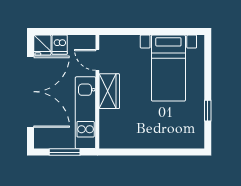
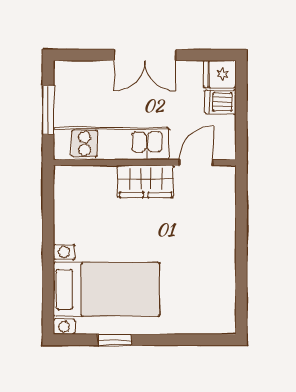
bed with nightstands: (168, 68) -> (107, 289), moved, turned 180
double door: (30, 92) -> (145, 55), width x0.54

